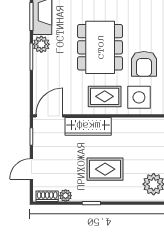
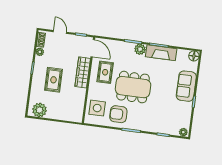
rug: (105, 96) -> (105, 72), moved

